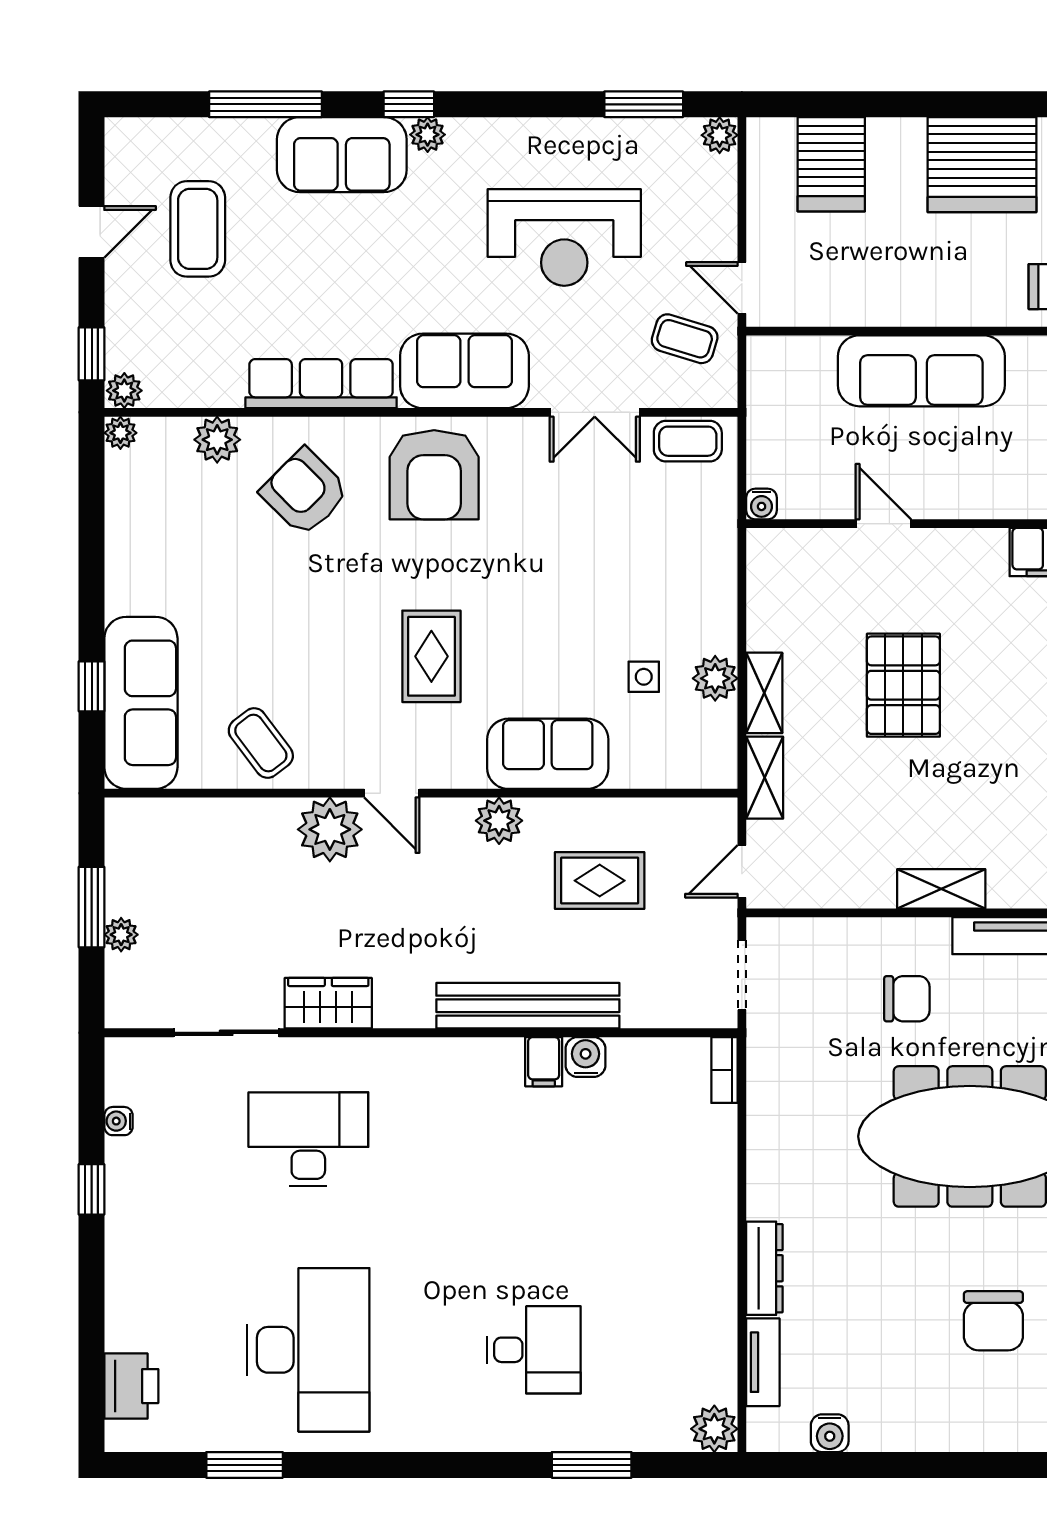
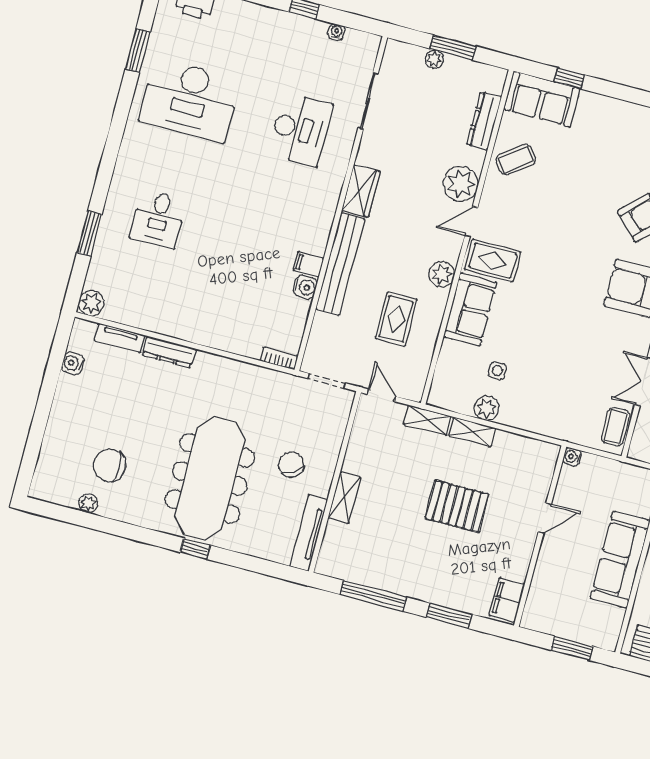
rug: (431, 656) -> (493, 261), moved
sofa: (141, 703) -> (542, 99), width x0.73
dresser: (207, 817) -> (484, 121), added
chair: (907, 999) -> (291, 464), turned 147
wardrobe: (328, 1003) -> (361, 191), moved

